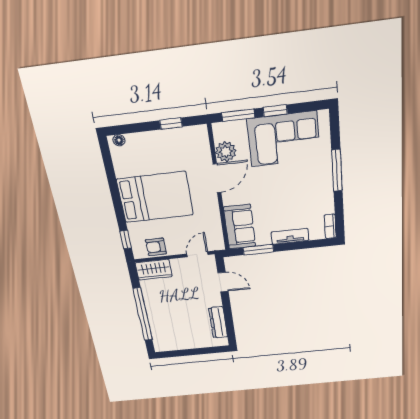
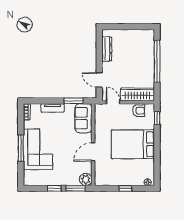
window: (171, 124) -> (125, 188), moved
corner sofa: (284, 139) -> (38, 149), moved, turned 90
plant: (226, 152) -> (86, 179), moved
door: (197, 254) -> (113, 102), swing flipped
wardrobe: (154, 270) -> (138, 94), width x1.50

